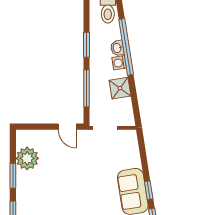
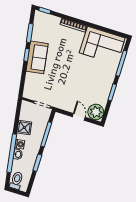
door: (67, 127) -> (79, 117), moved
plant: (27, 158) -> (96, 112), moved

